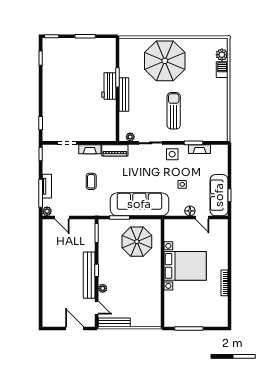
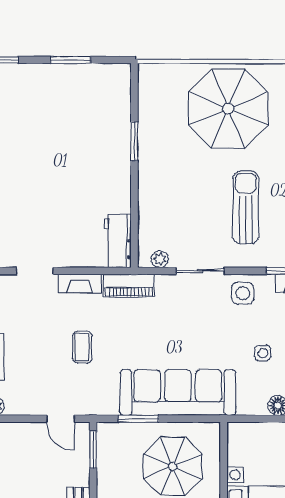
workbench: (109, 86) -> (117, 241), moved
bench: (124, 95) -> (147, 175), removed
door: (62, 218) -> (60, 419), moved

